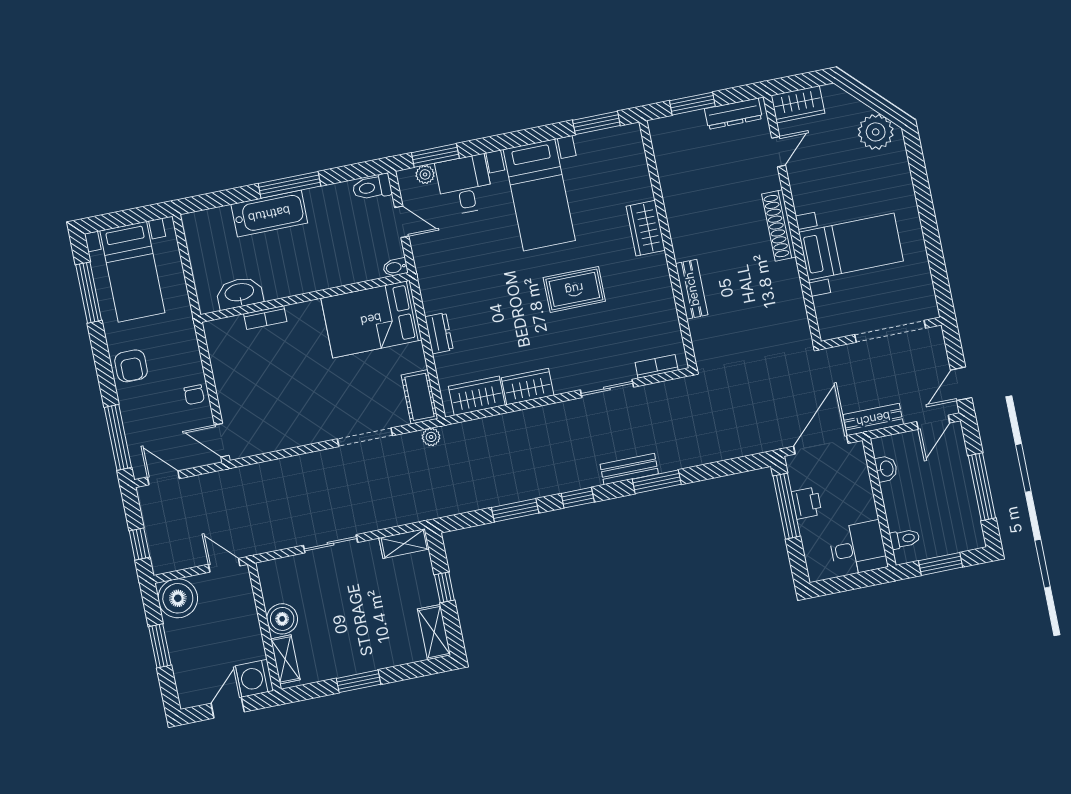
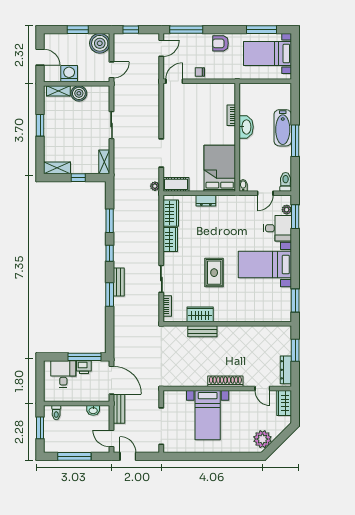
wardrobe: (646, 228) -> (200, 314), moved
washbasin: (240, 293) -> (246, 127), moved
desk: (858, 548) -> (63, 374), moved, turned 180
washing machine: (255, 678) -> (69, 74), moved

